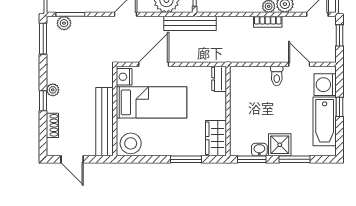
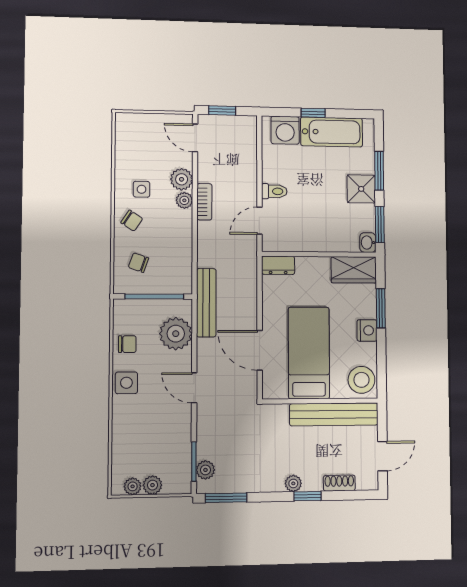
door: (299, 64) -> (259, 221), moved
nightstand: (124, 77) -> (367, 330), moved, turned -90
washbasin: (259, 150) -> (368, 243), moved

